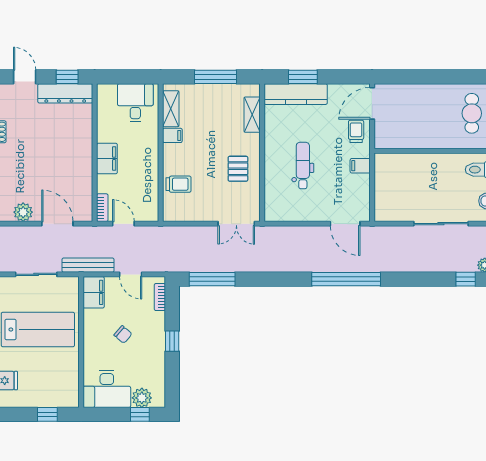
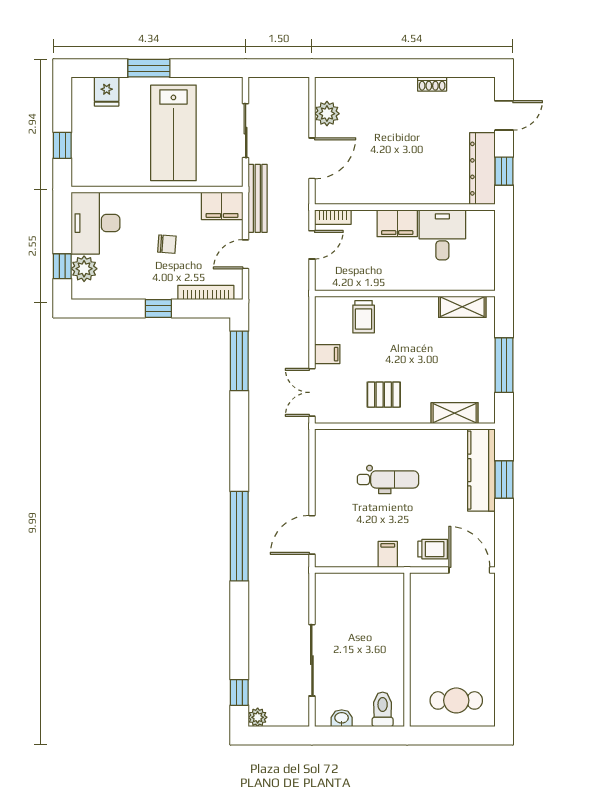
desk: (135, 103) -> (442, 235), moved, turned -90
filing cabinet: (172, 135) -> (327, 354), moved, turned -90
bookcase: (160, 297) -> (206, 292), width x1.56
chair: (123, 334) -> (167, 244), turned -127

